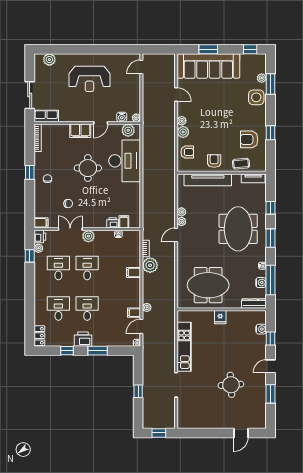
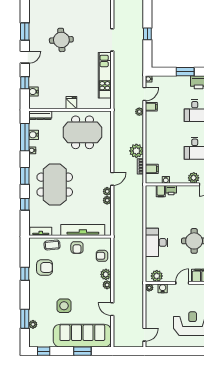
side table: (256, 97) -> (64, 306), moved
desk: (125, 161) -> (157, 242), width x0.73, depth x0.77
filing cabinet: (133, 272) -> (152, 169), moved

